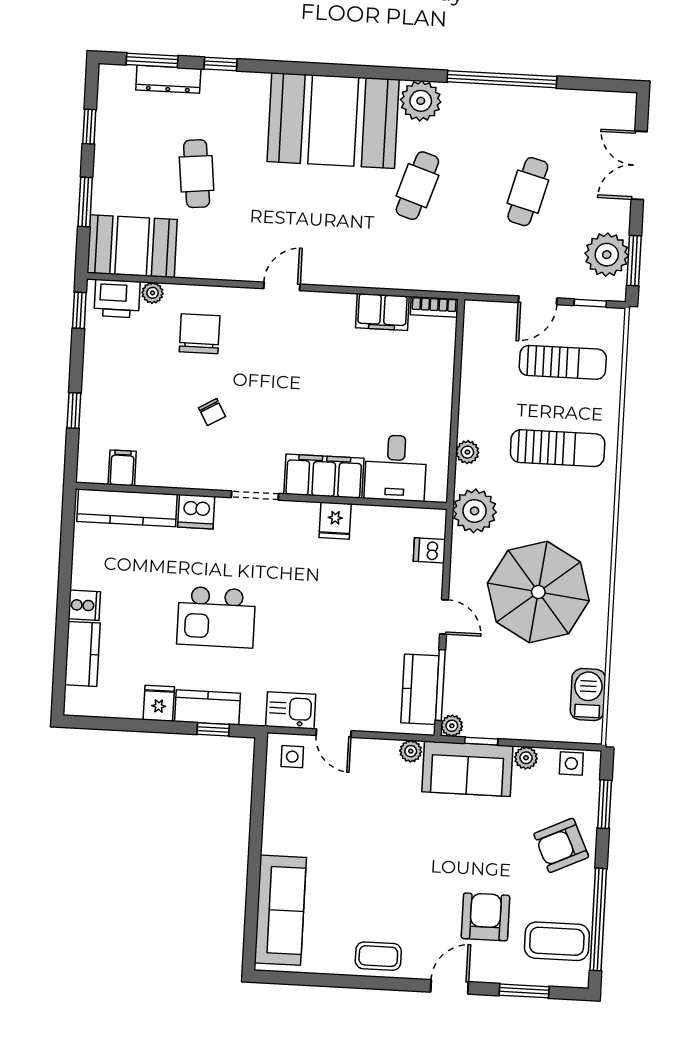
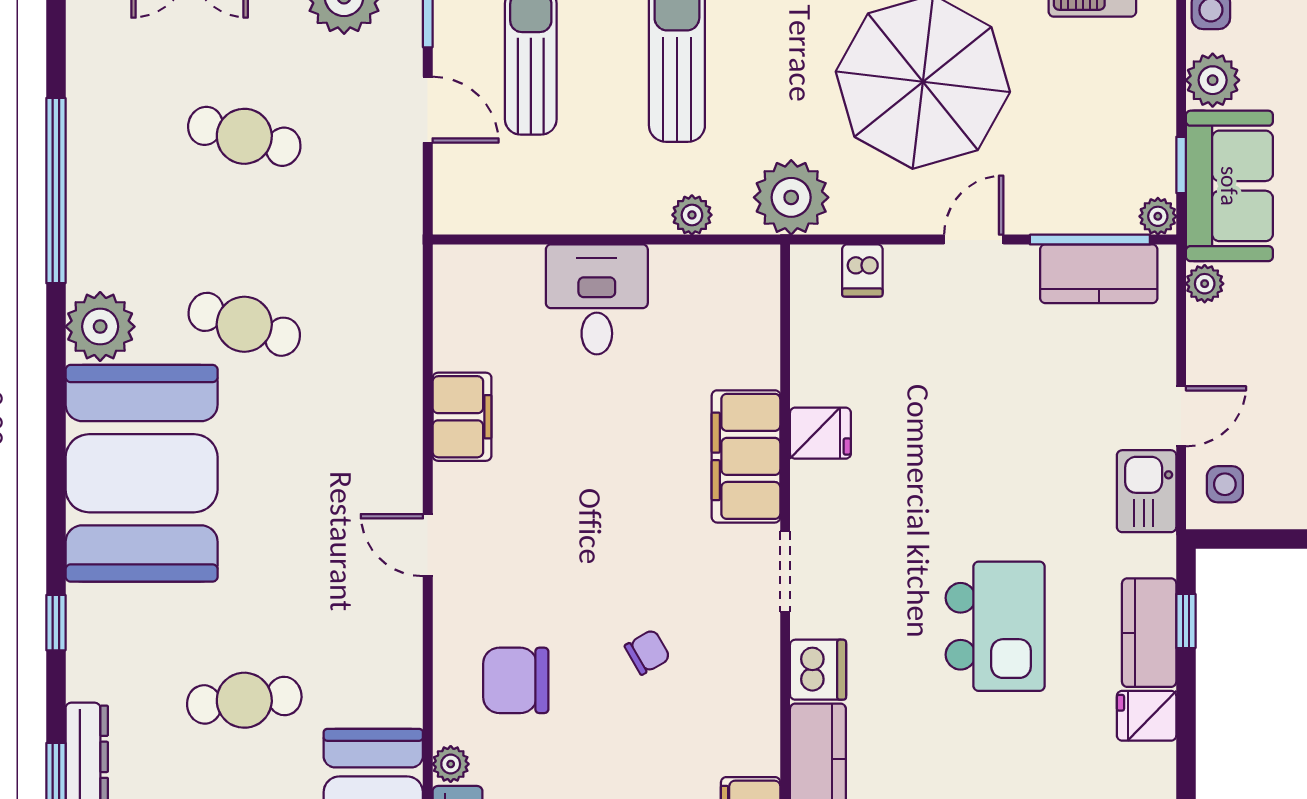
window: (220, 64) -> (56, 623), moved
bookcase: (434, 307) -> (448, 285), removed
filing cabinet: (382, 312) -> (462, 417), moved
desk: (396, 468) -> (597, 299), moved, turned -90
plant: (526, 758) -> (1213, 80), width x1.38, depth x1.38

